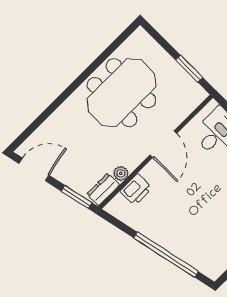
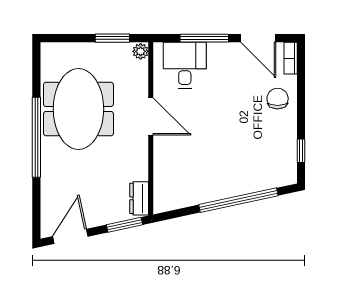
window: (76, 84) -> (36, 137), added
plant: (121, 173) -> (141, 51), moved
printer: (136, 190) -> (165, 173), removed

